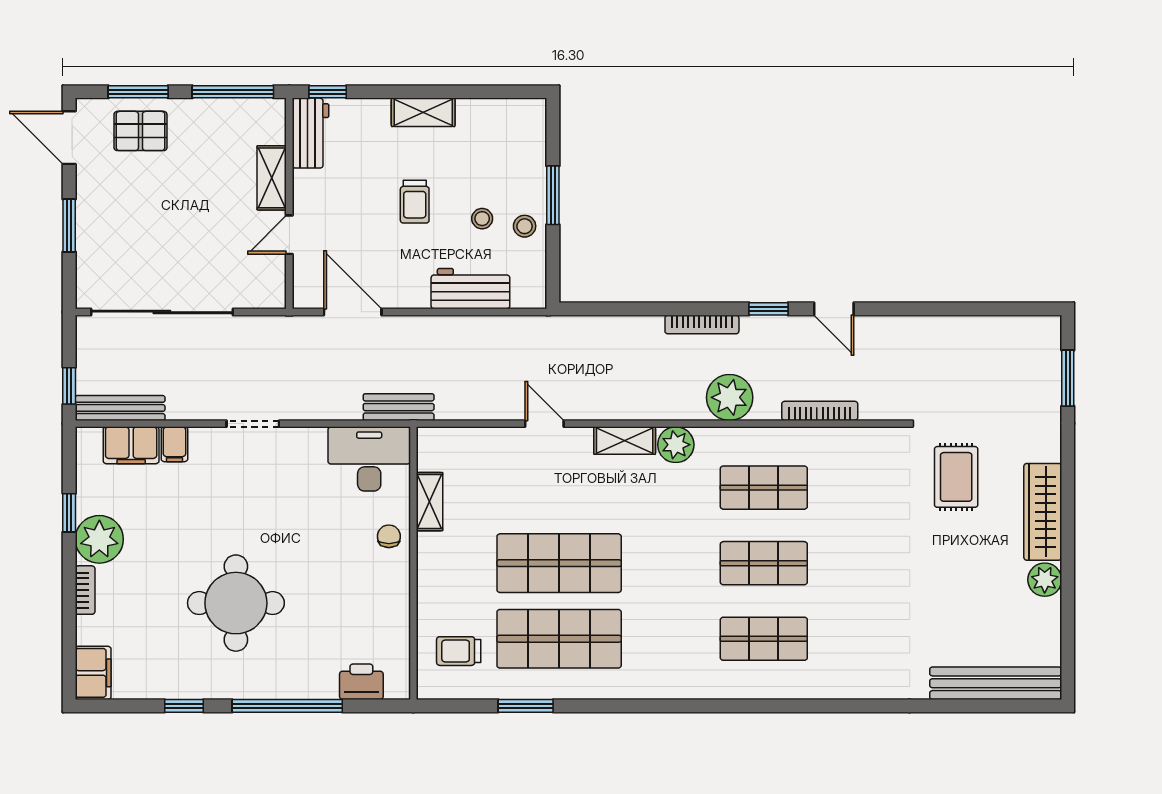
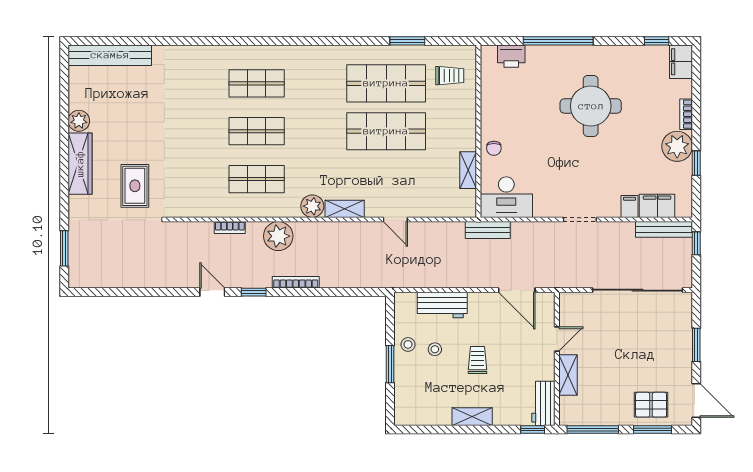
bookcase: (820, 411) -> (230, 228), width x0.64
window: (184, 706) -> (657, 41), moved

